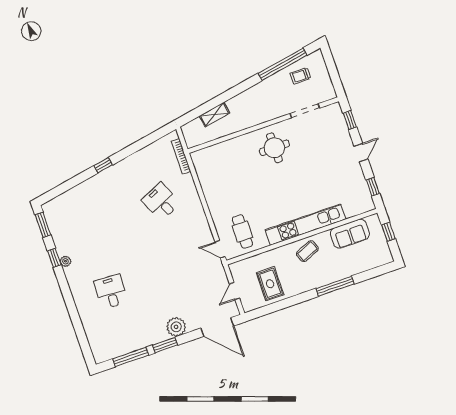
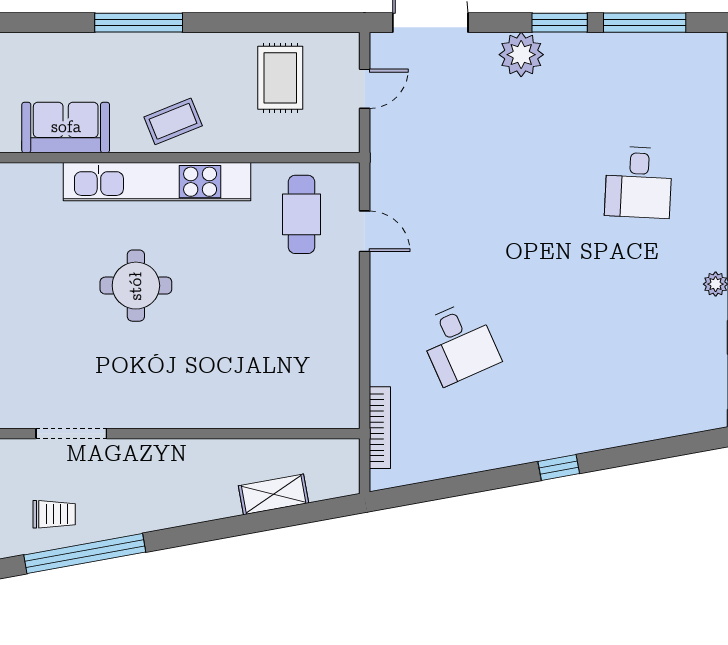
round table: (274, 148) -> (136, 286), moved
door: (220, 249) -> (365, 231), moved

